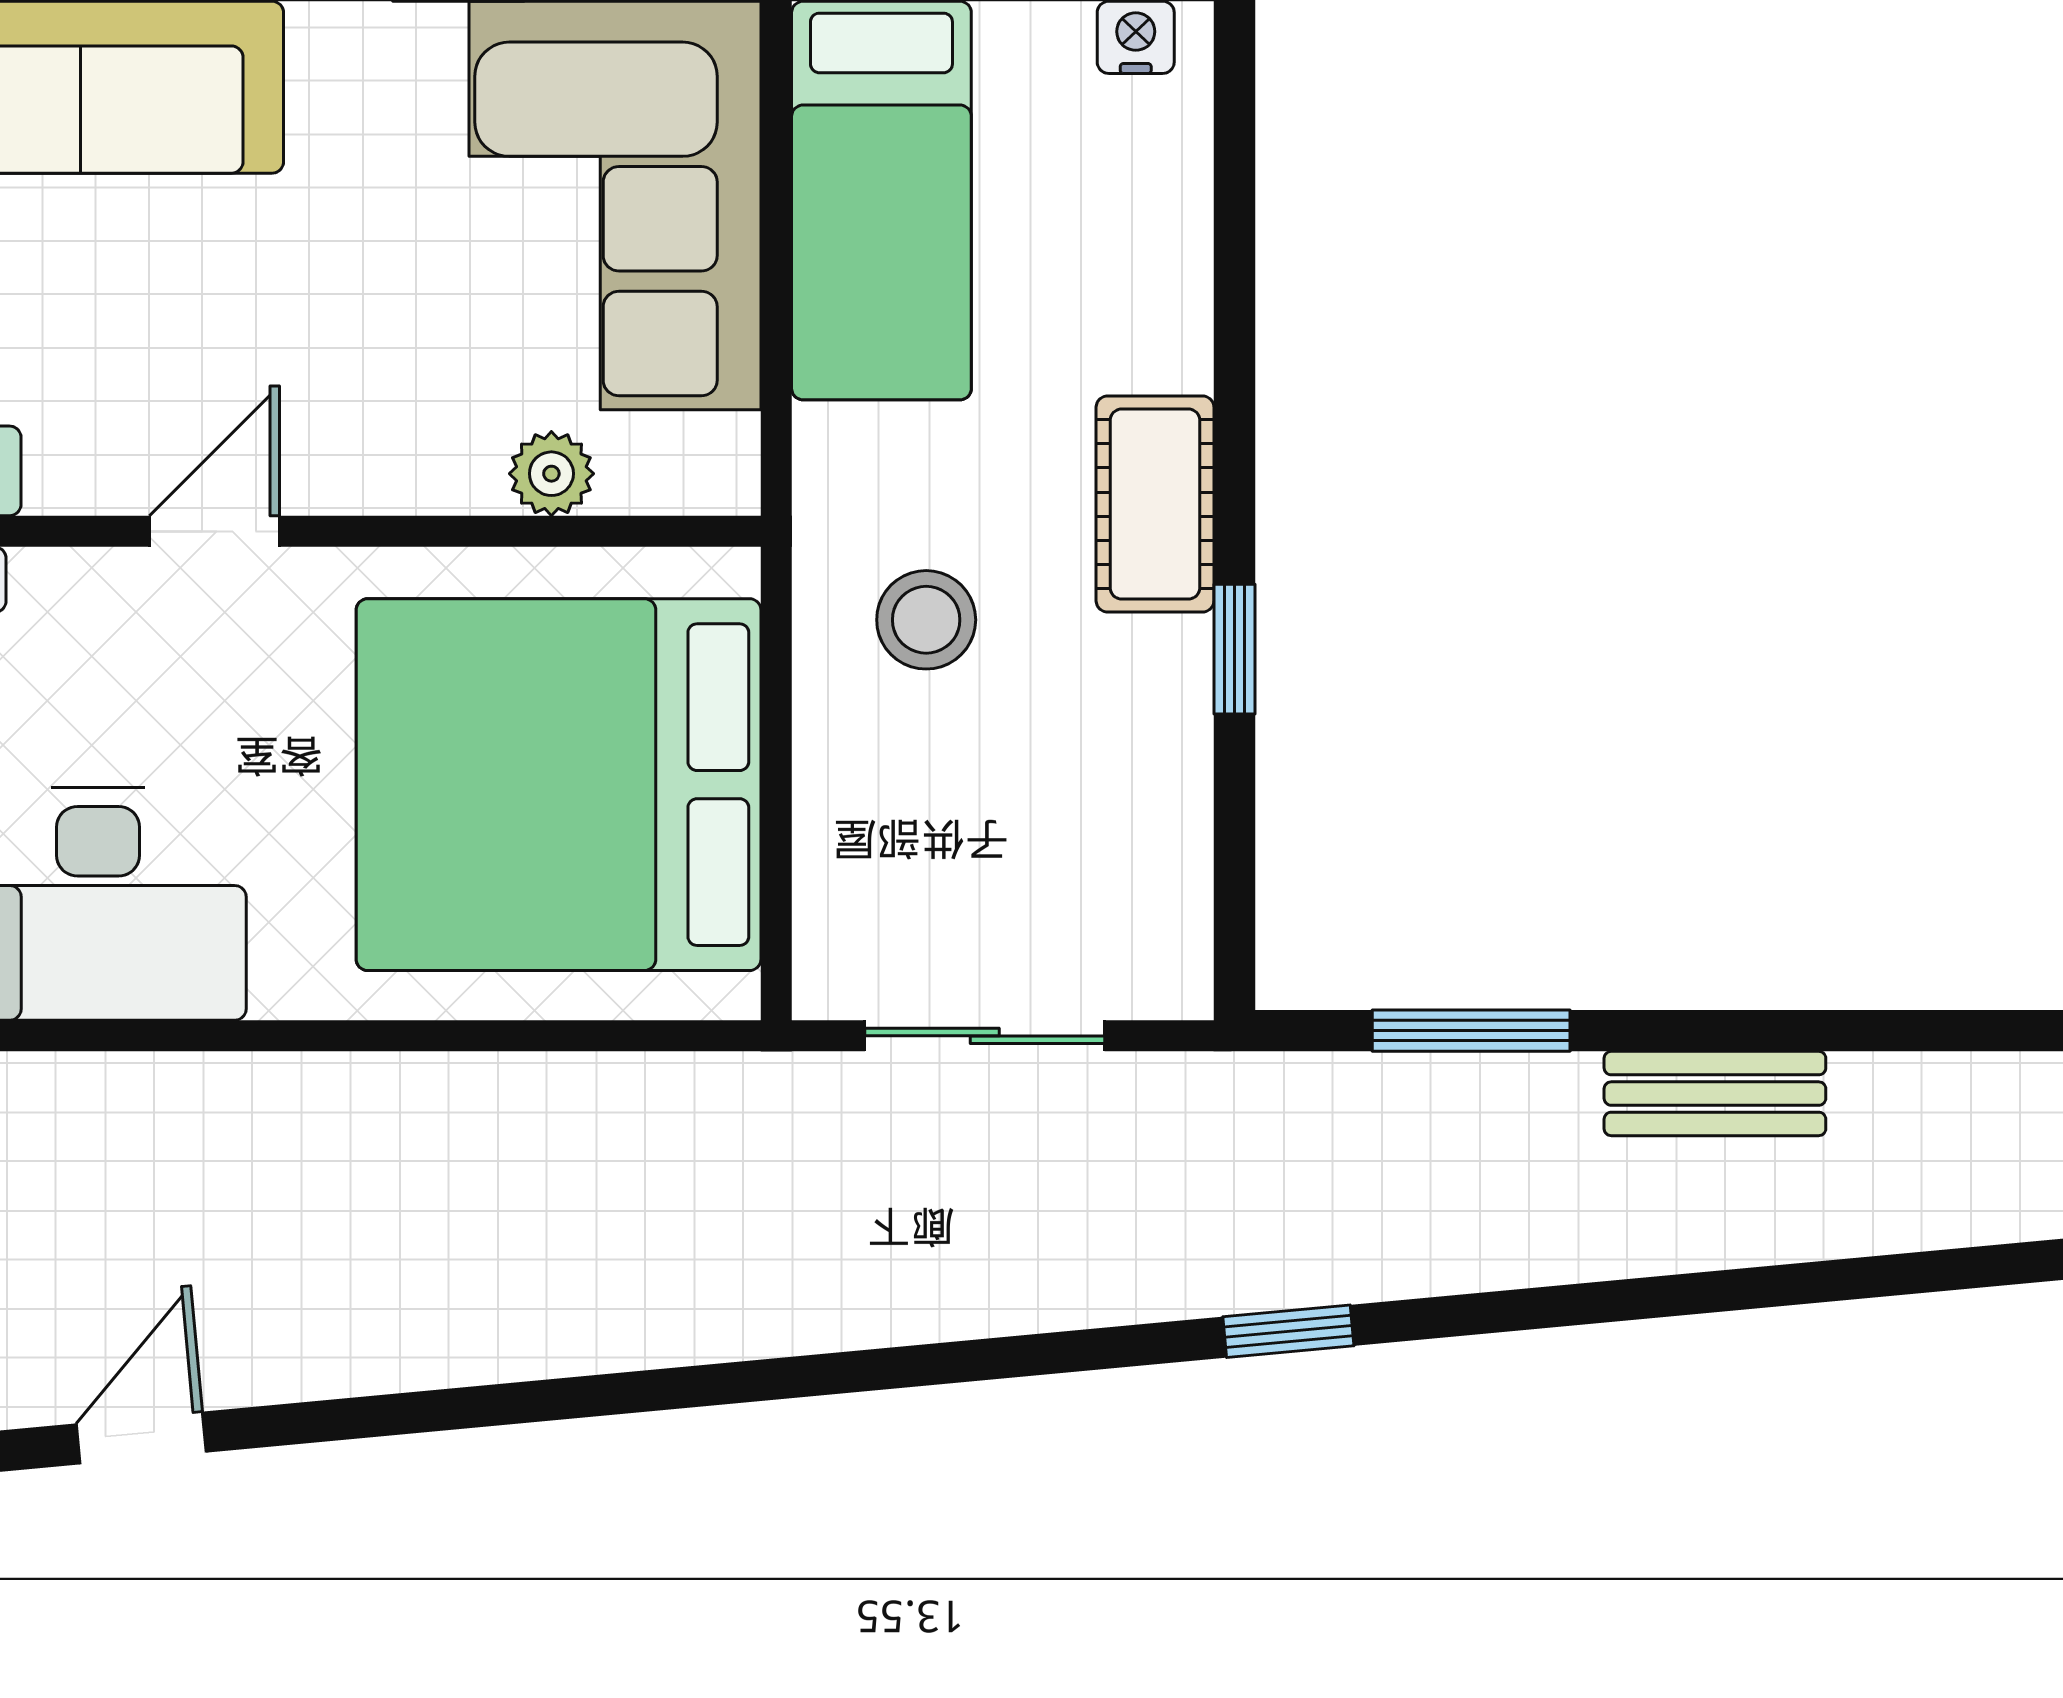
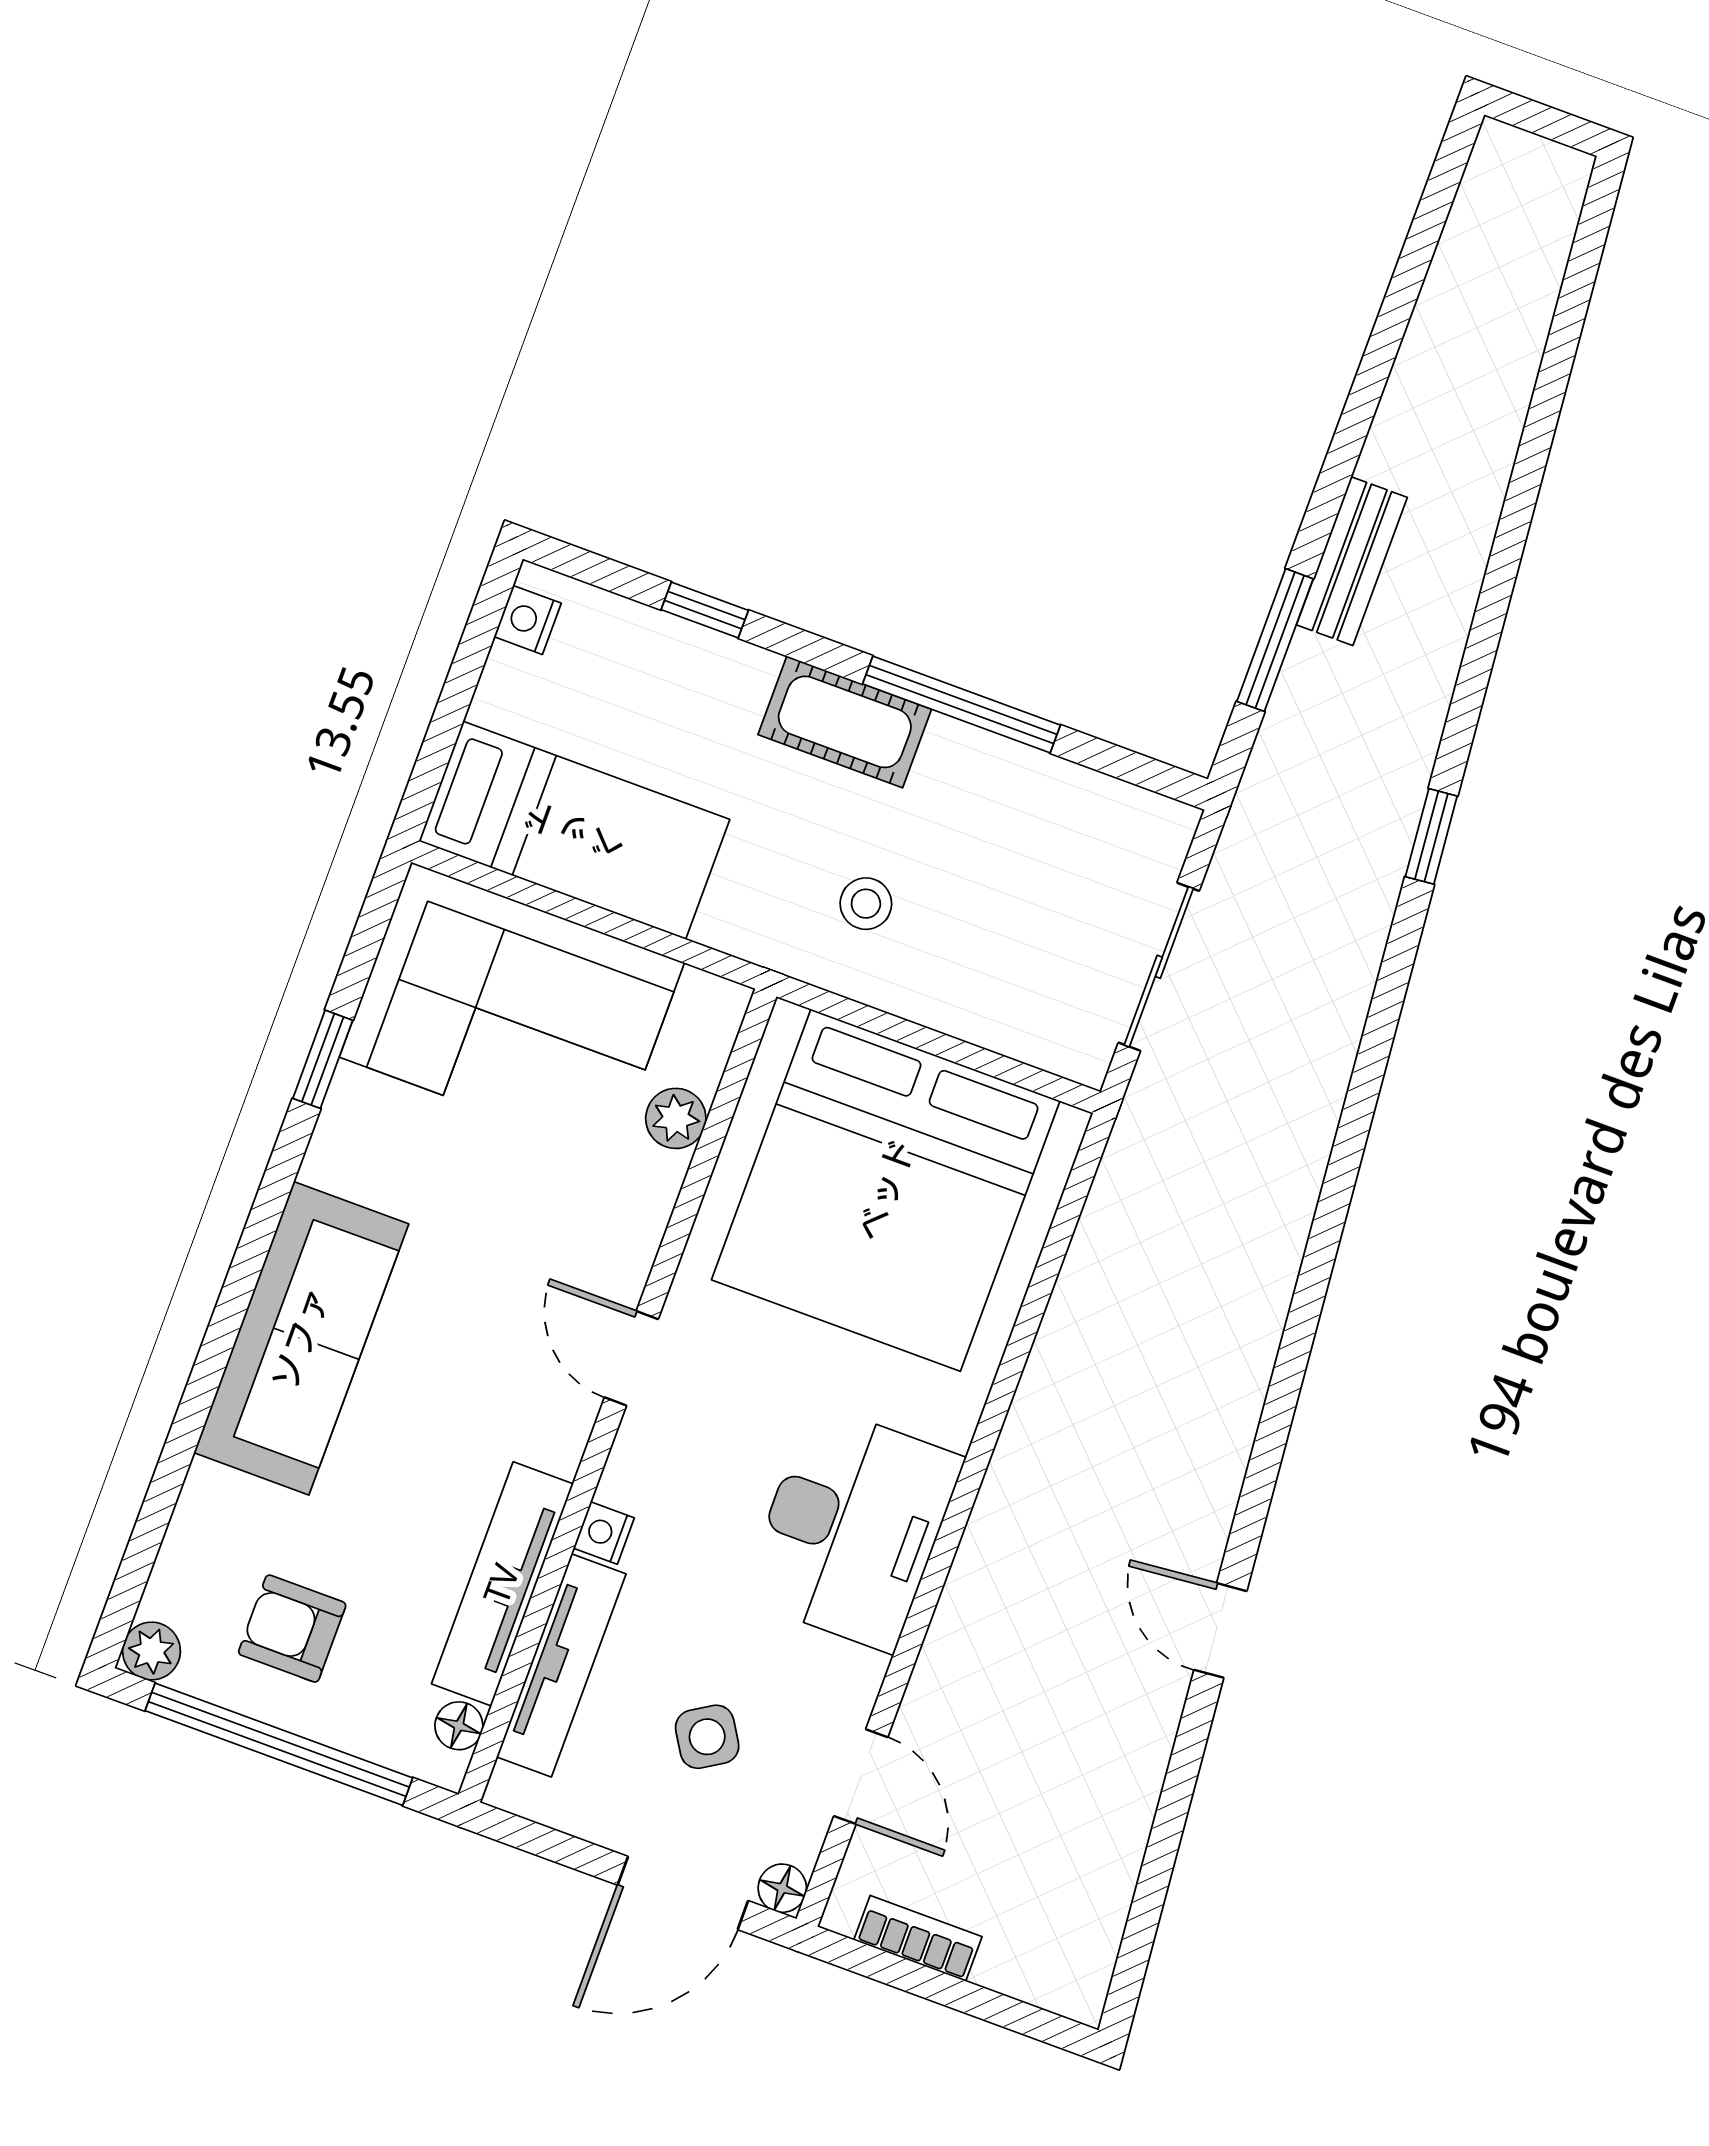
window: (1234, 266) -> (705, 610), added
stool: (926, 620) -> (866, 904), width x0.73, depth x0.73
window: (1234, 649) -> (961, 704), width x2.17
bench: (1715, 1094) -> (1352, 561), moved

